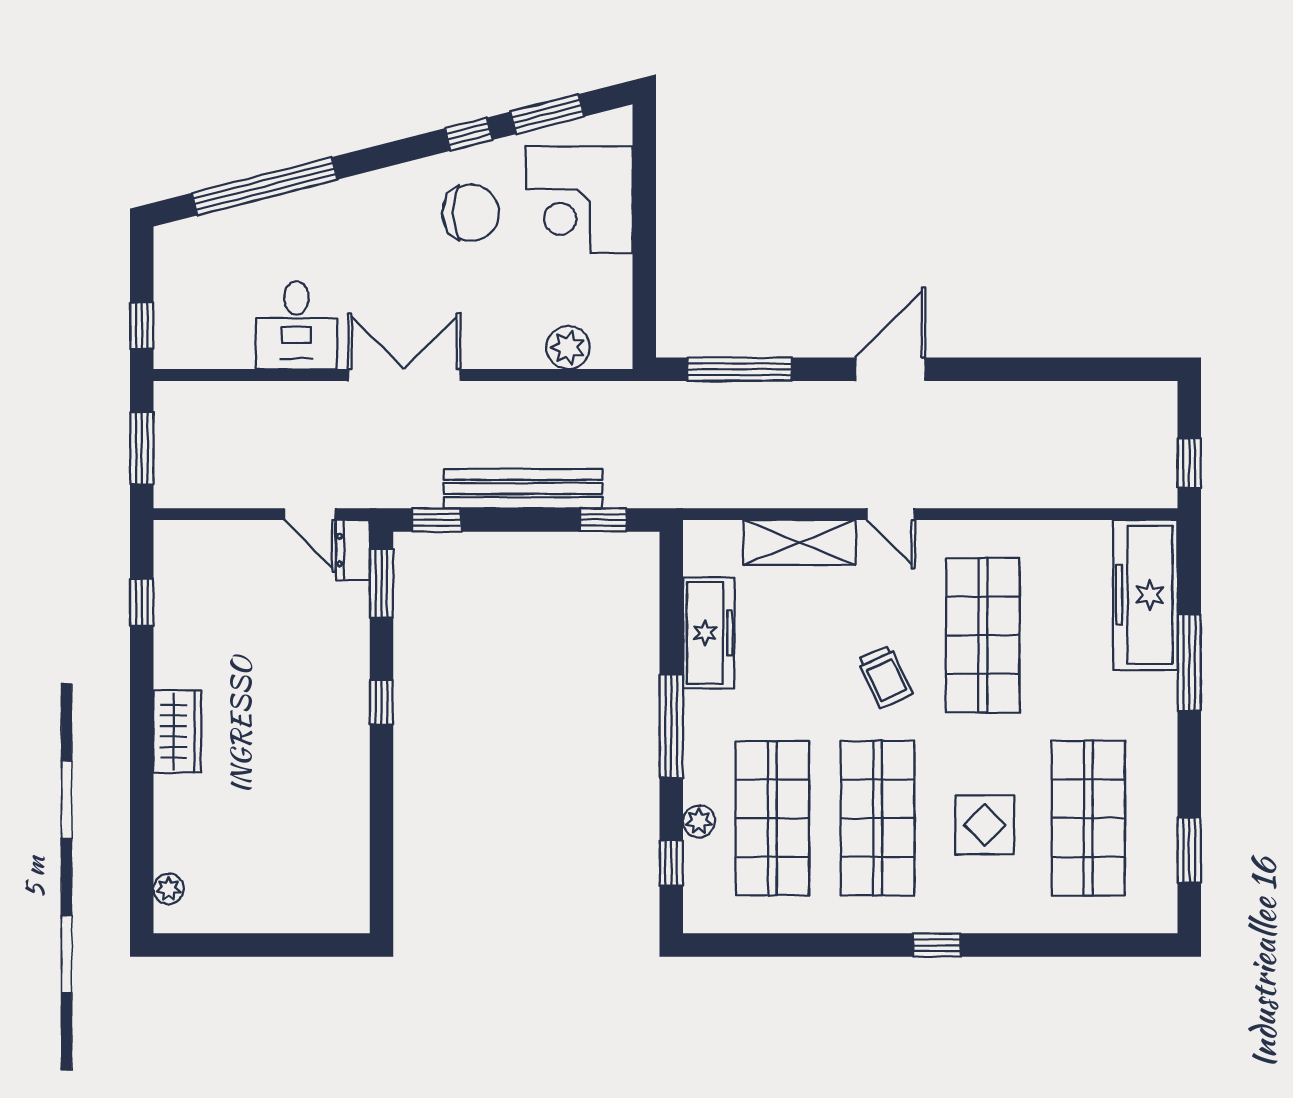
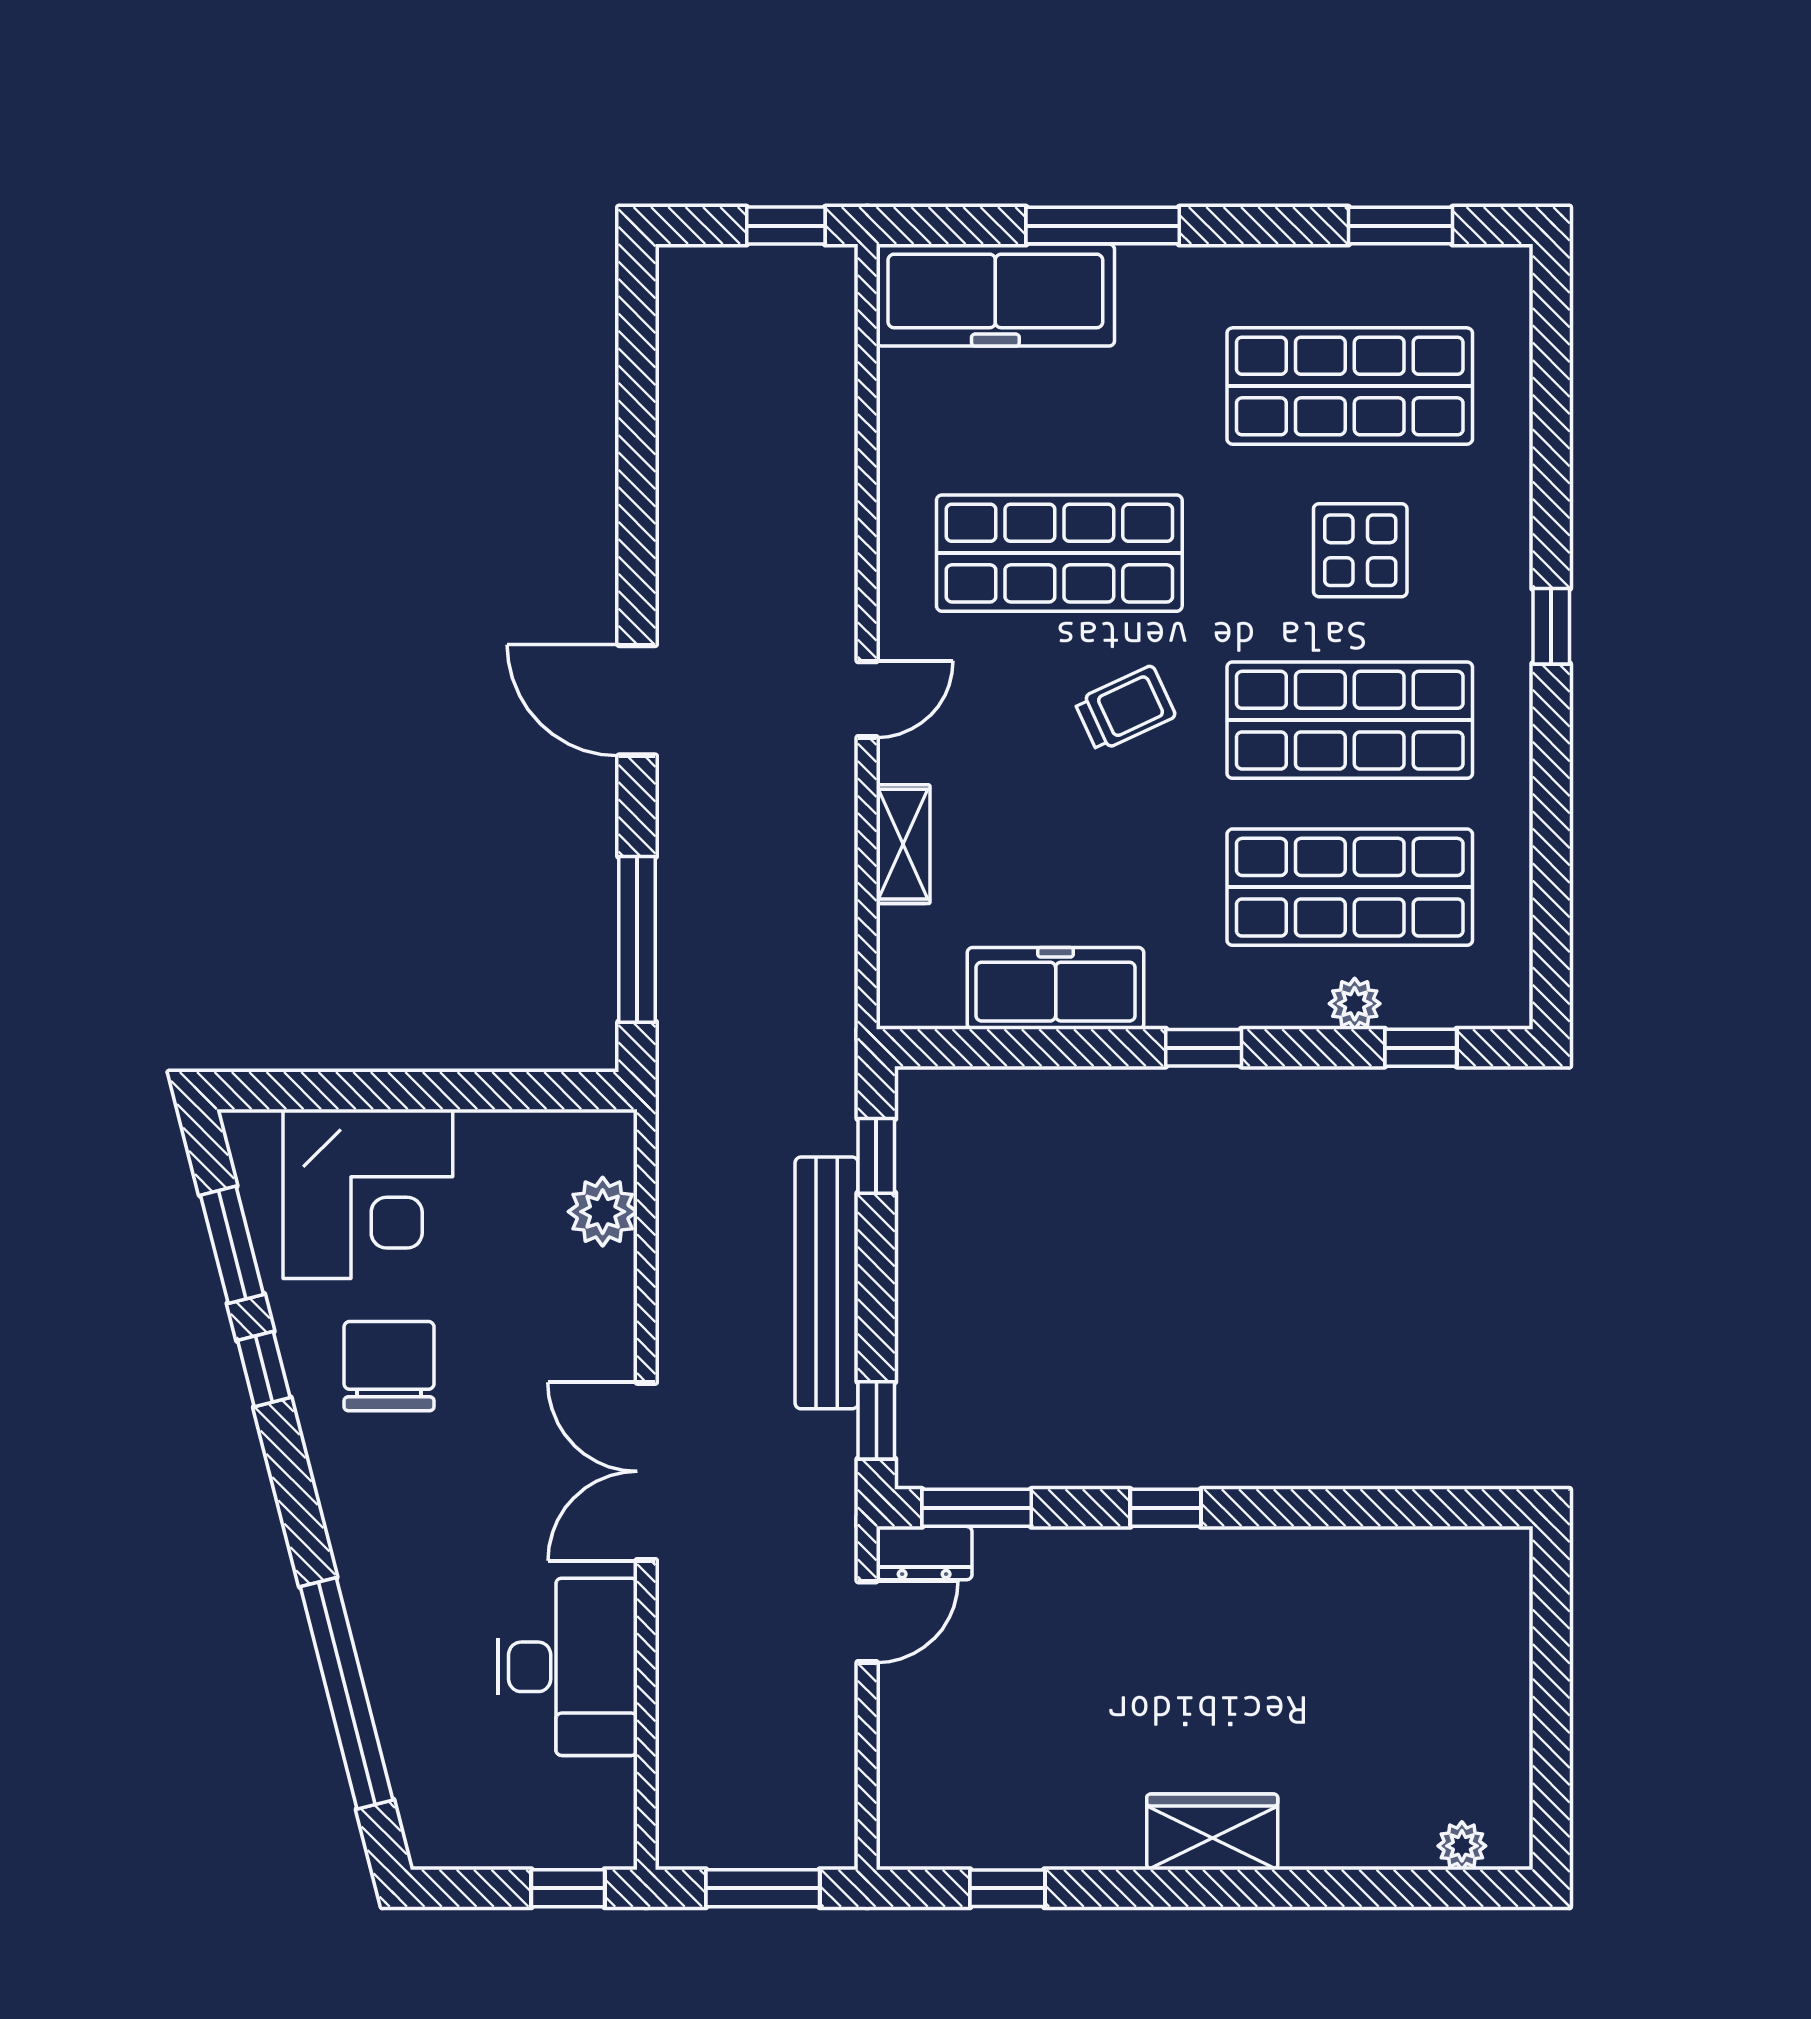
desk: (296, 325) -> (567, 1667), width x1.37
shelving: (799, 542) -> (903, 844), width x0.67, depth x0.75
window: (671, 726) -> (1204, 1048), width x0.46

